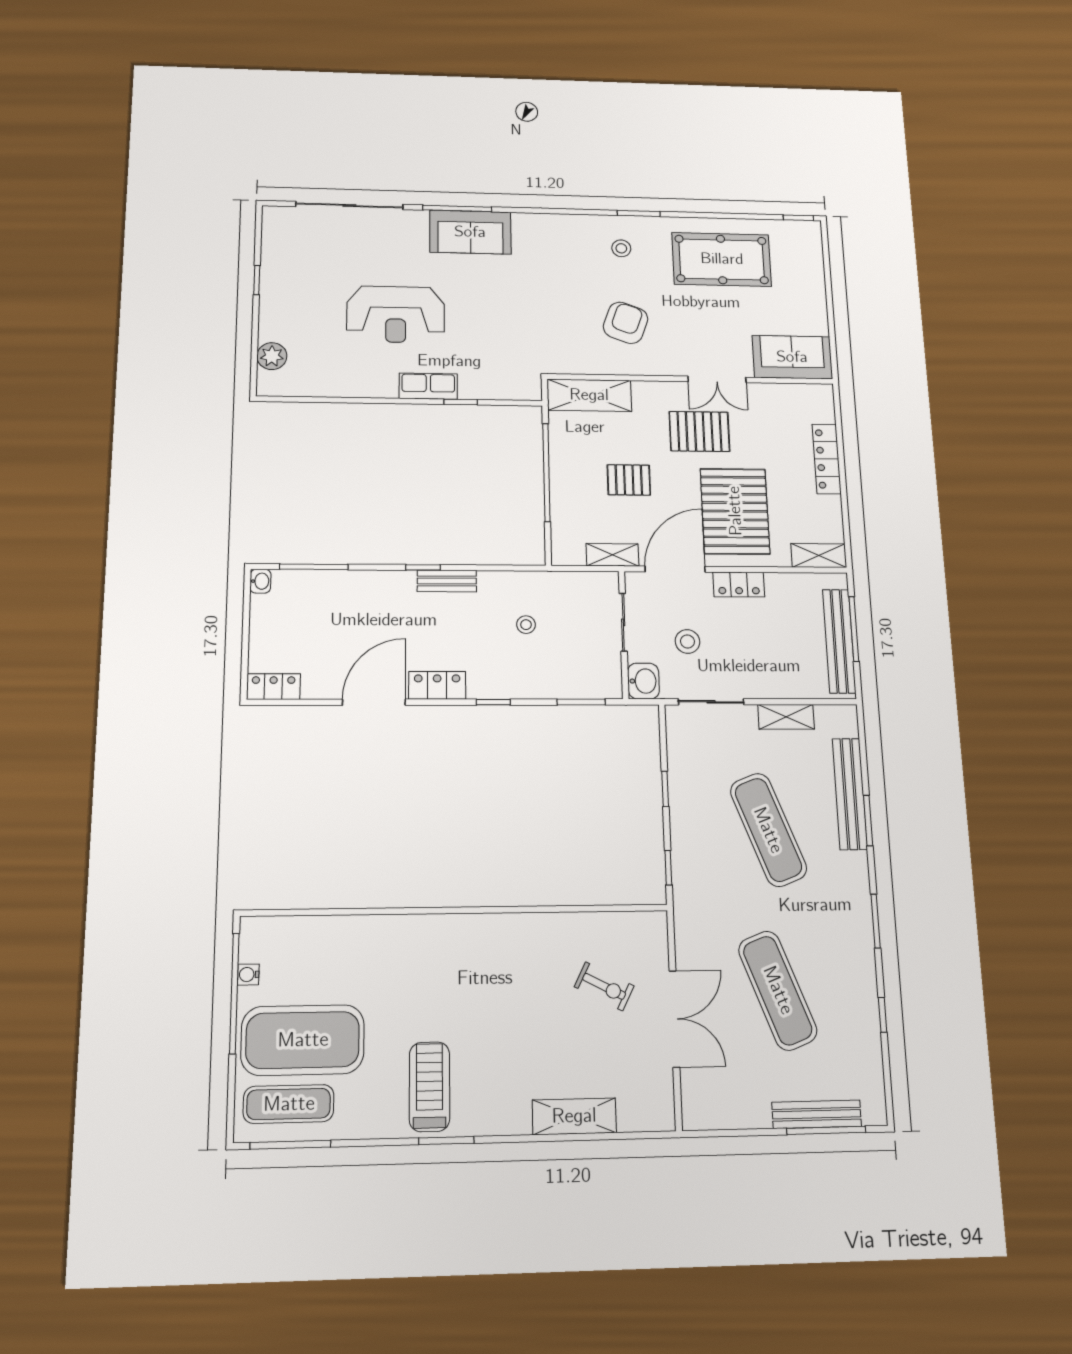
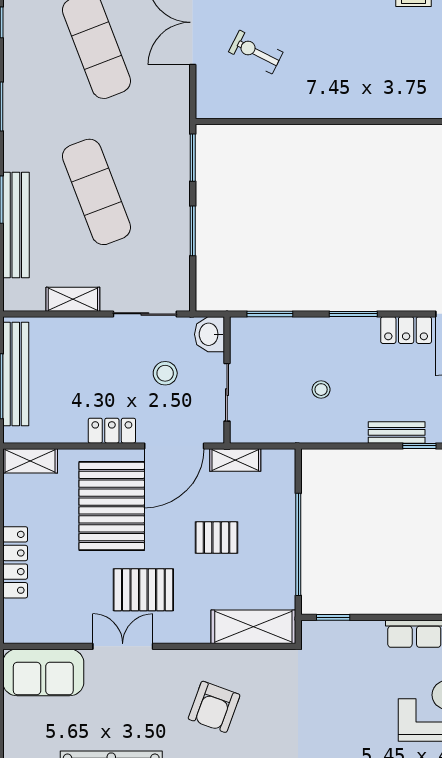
window: (461, 402) -> (333, 617), moved
window: (493, 702) -> (353, 314), width x1.50
window: (665, 789) -> (193, 231), width x1.50
window: (668, 868) -> (193, 158), width x1.50

